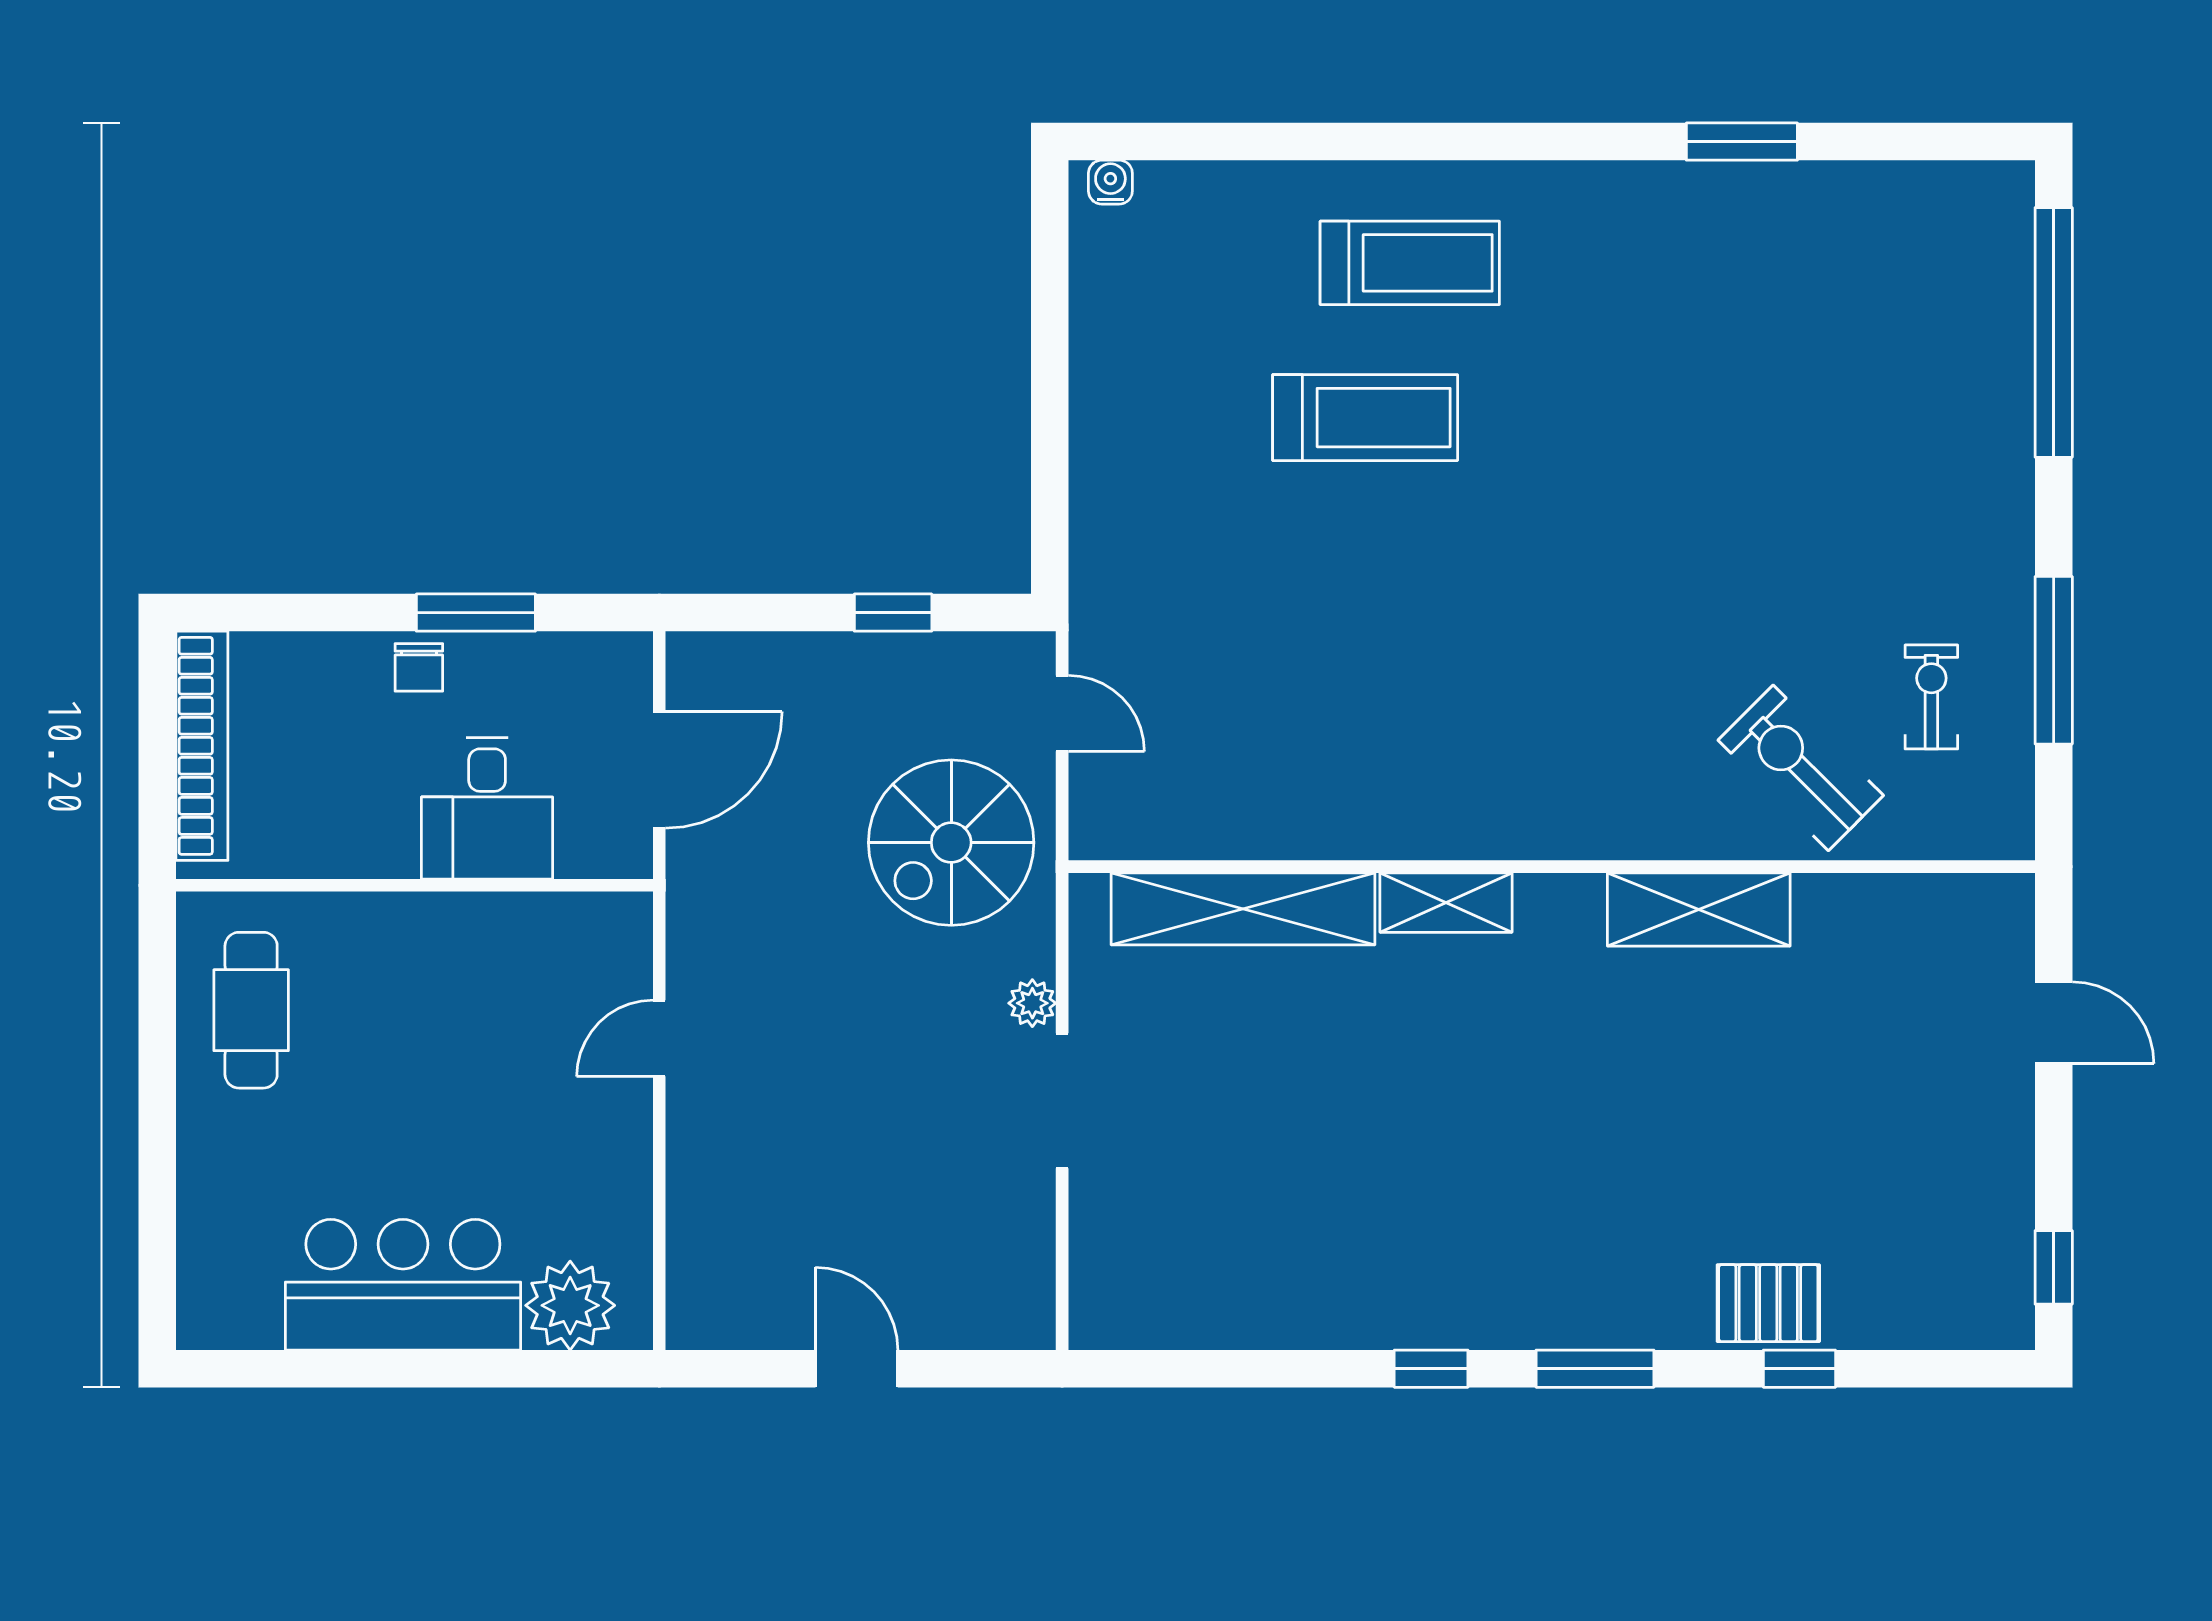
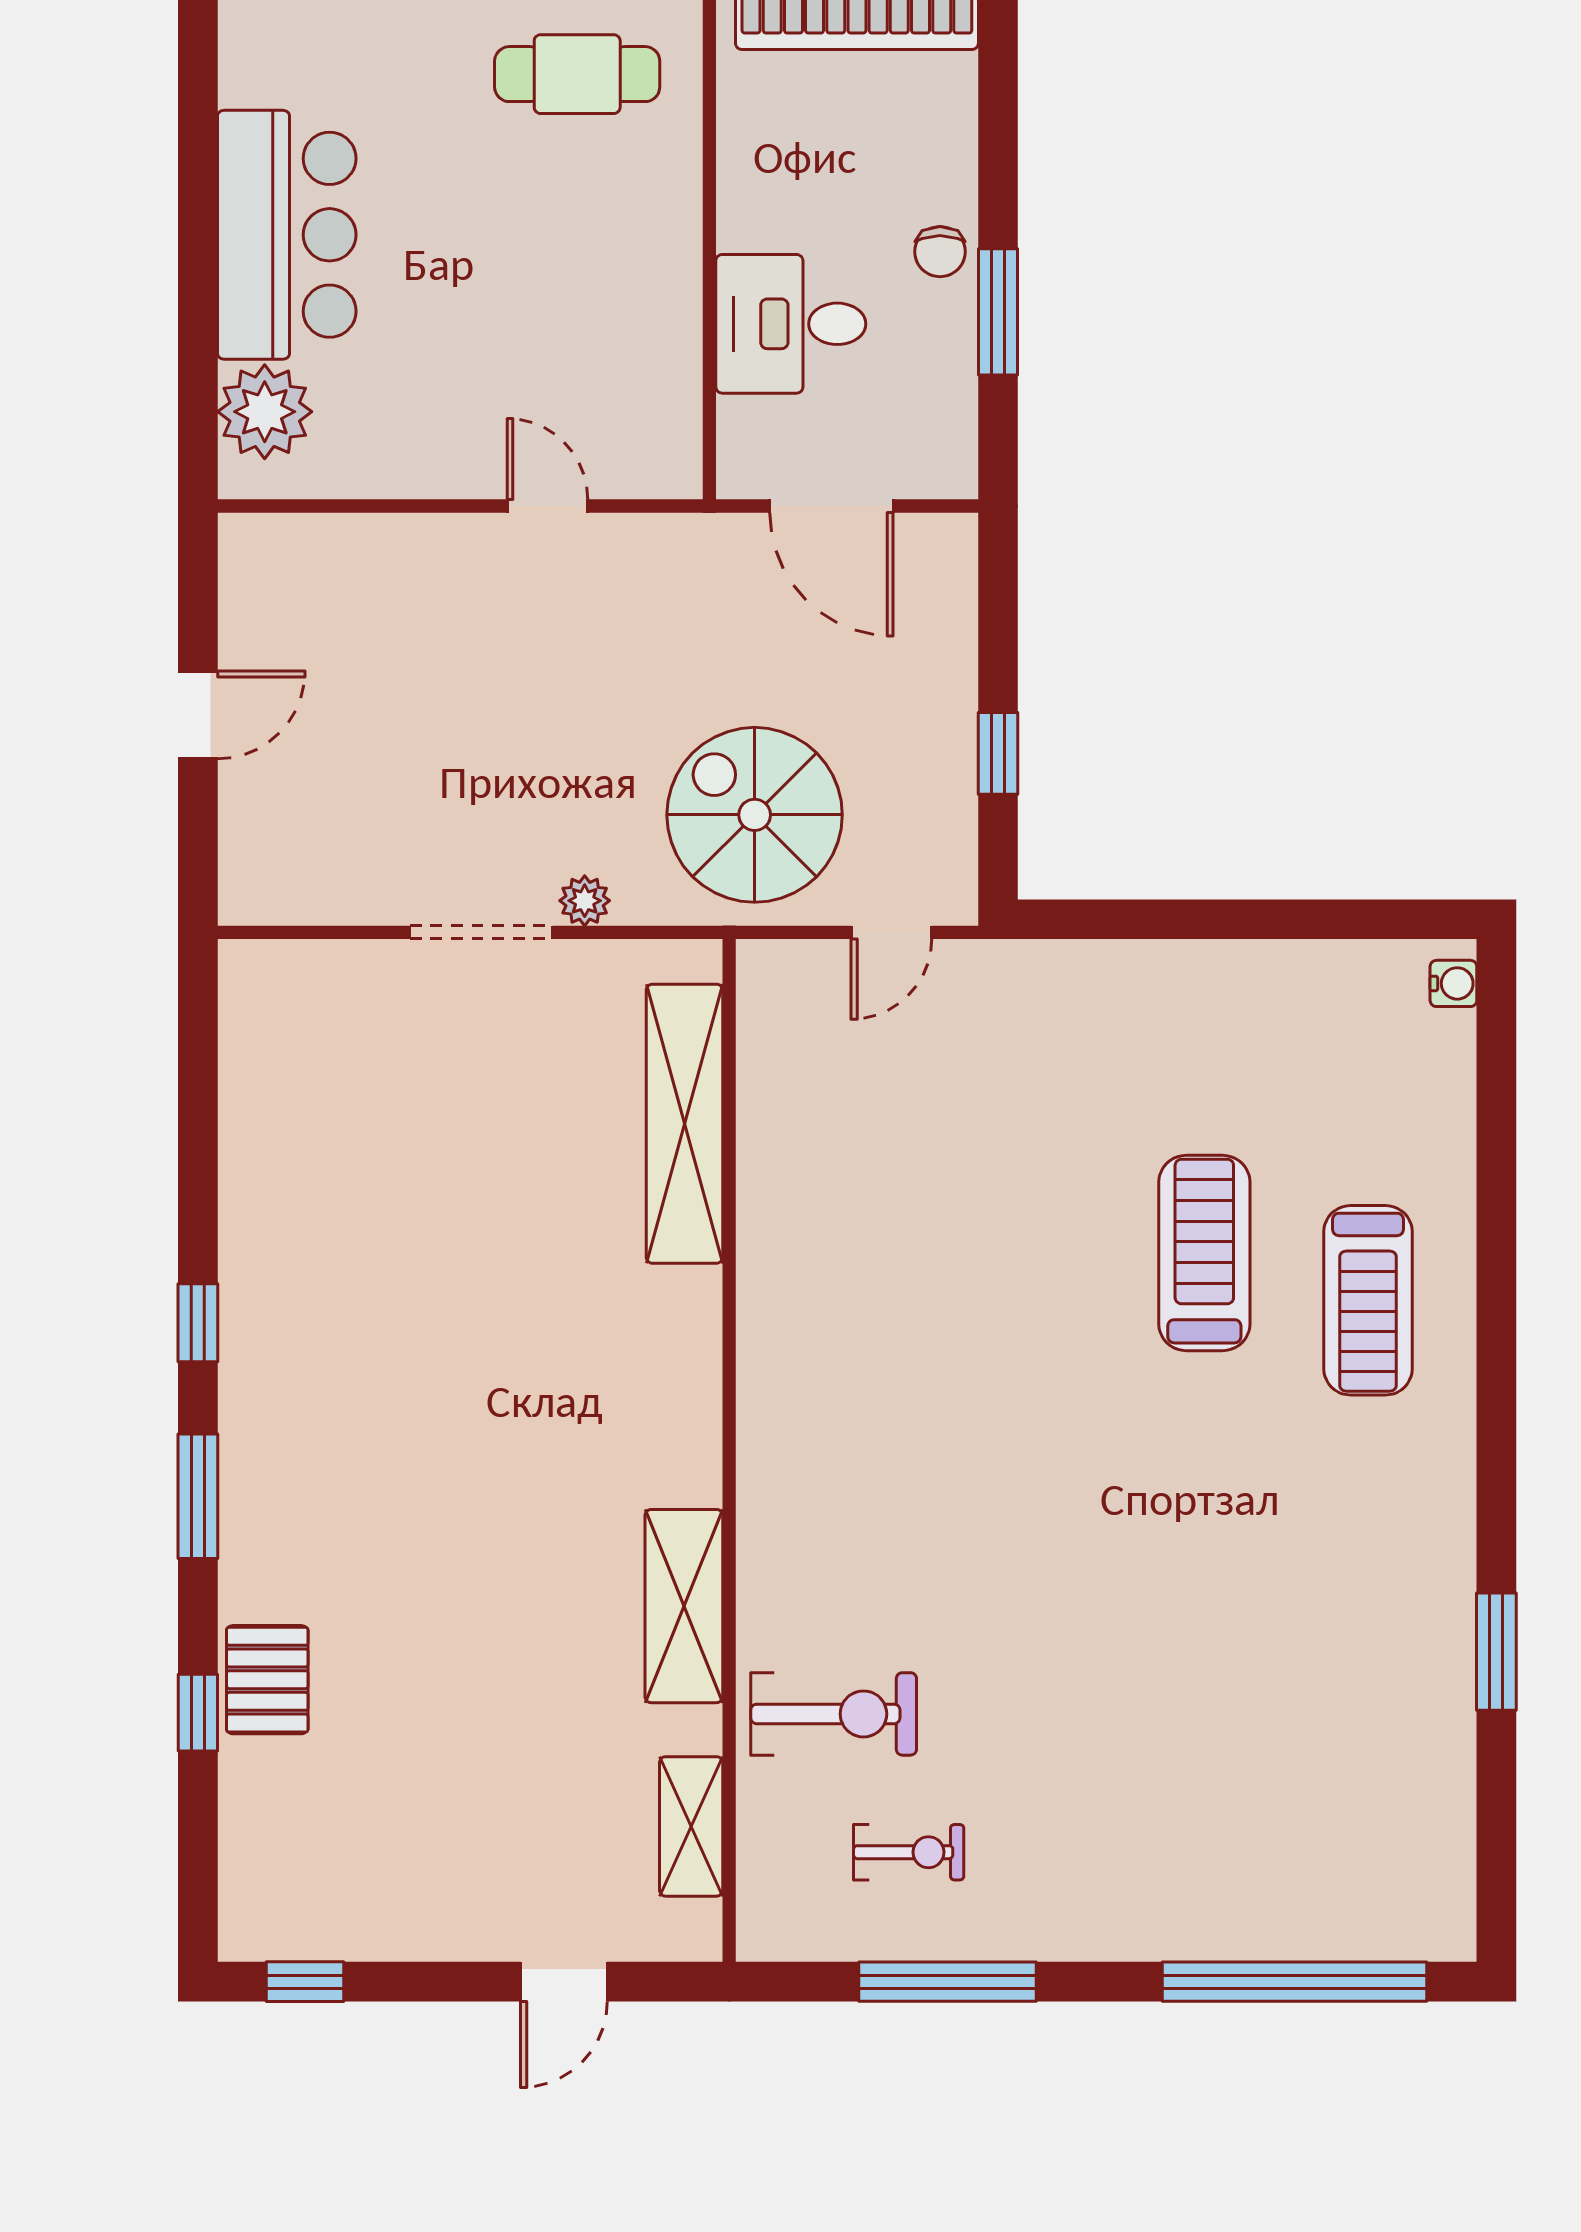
treadmill: (1365, 418) -> (1204, 1253), turned 180
chair: (419, 667) -> (940, 252), turned -90
exercise bike: (1801, 768) -> (834, 1714), turned 45
shelving: (1446, 903) -> (691, 1826), moved

